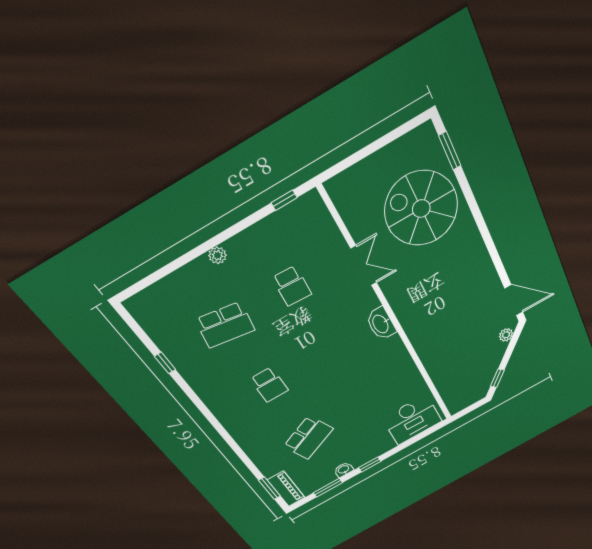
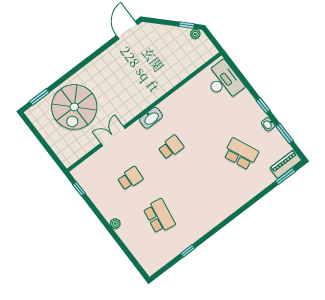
plant: (506, 335) -> (195, 34), moved
school desk: (269, 385) -> (171, 147), moved

